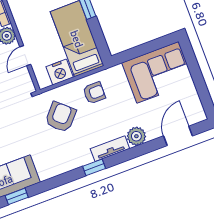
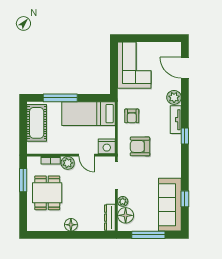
nightstand: (60, 72) -> (107, 146), moved, turned 90
armchair: (94, 93) -> (132, 116), turned 180
armchair: (61, 117) -> (140, 146), turned -42

